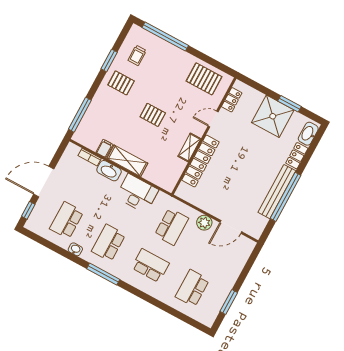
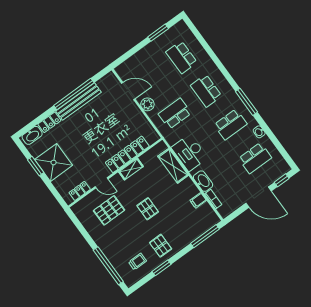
pallet: (204, 79) -> (109, 210), moved, turned 90
shelving: (127, 161) -> (173, 166), moved
school desk: (192, 288) -> (182, 57), turned 90

